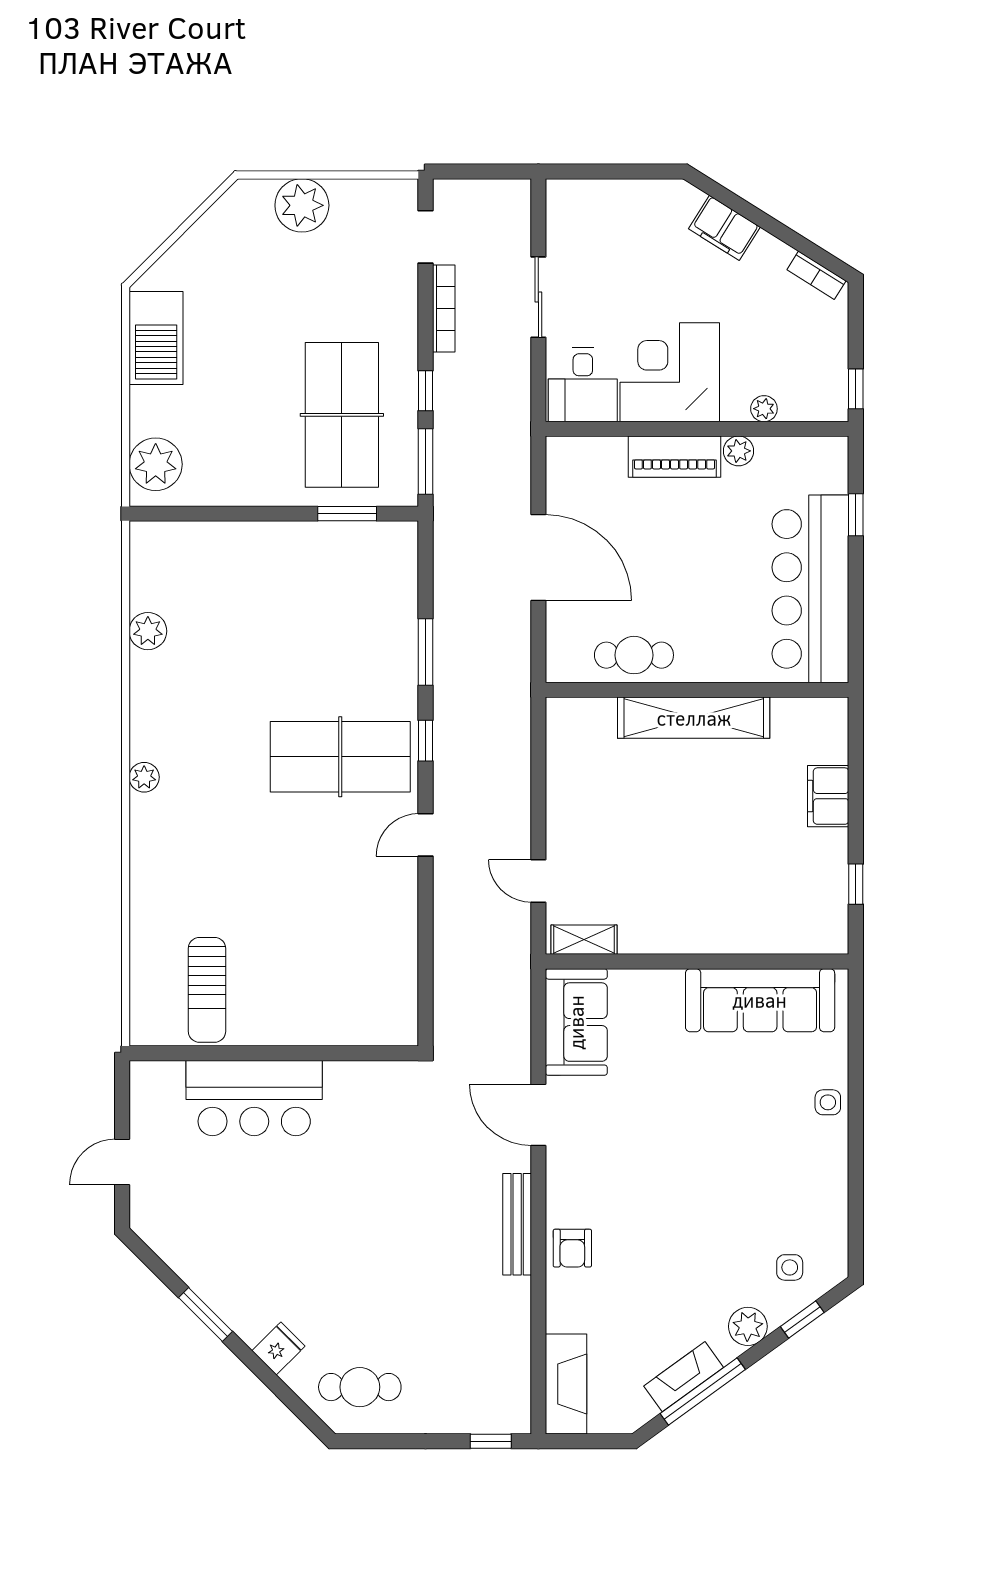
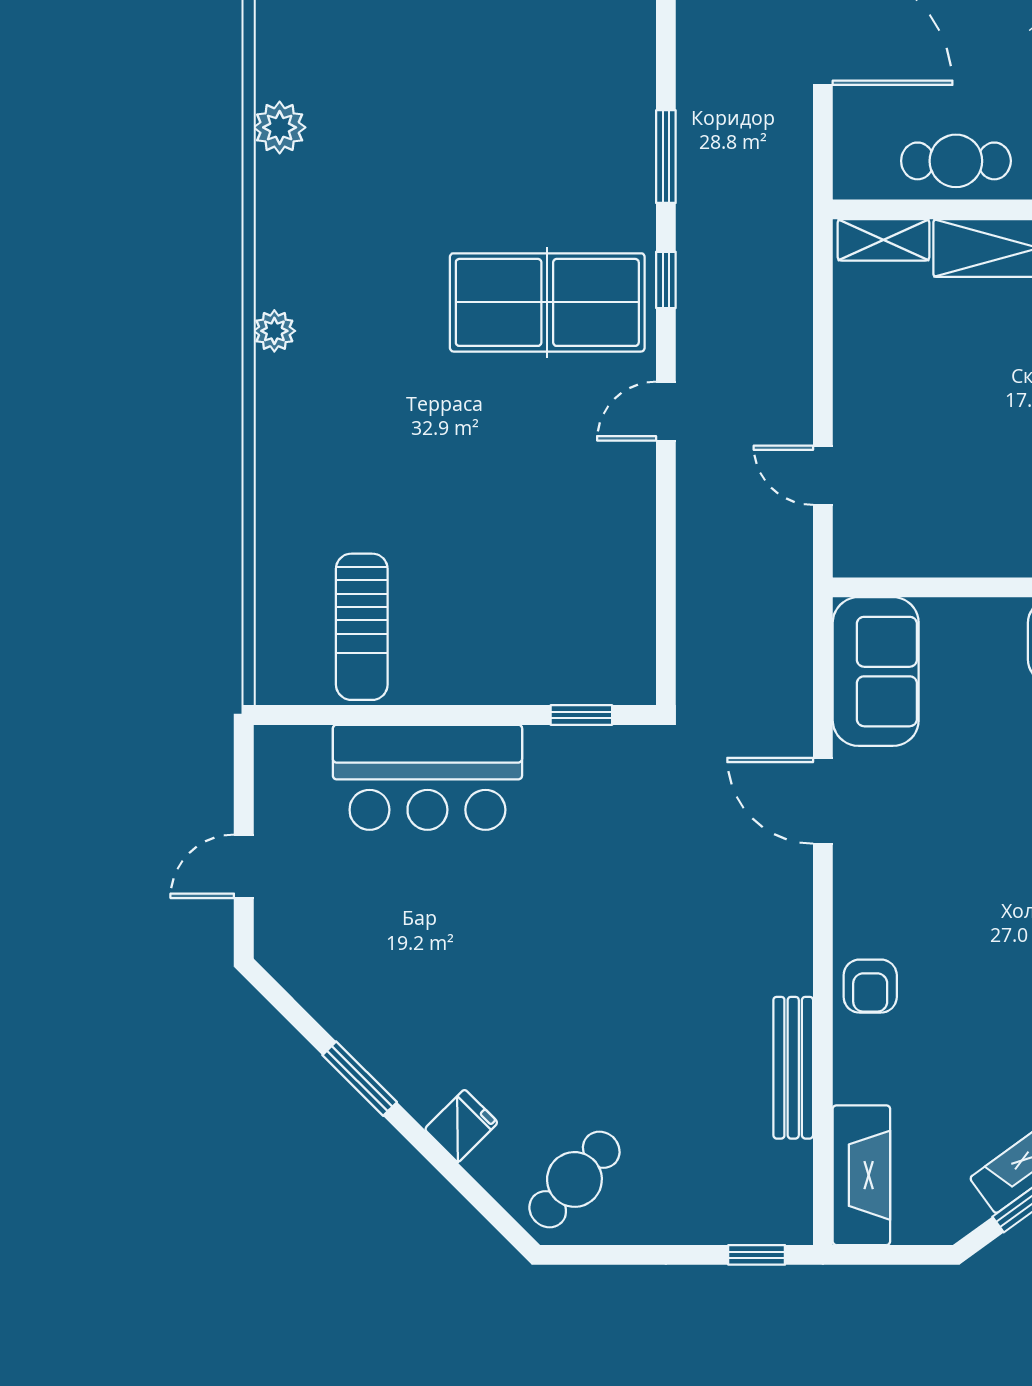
shelving: (584, 940) -> (883, 240), moved
window: (365, 1053) -> (581, 715), added
bench: (517, 1224) -> (793, 1068), moved
cafe table: (360, 1387) -> (574, 1179), turned -48

